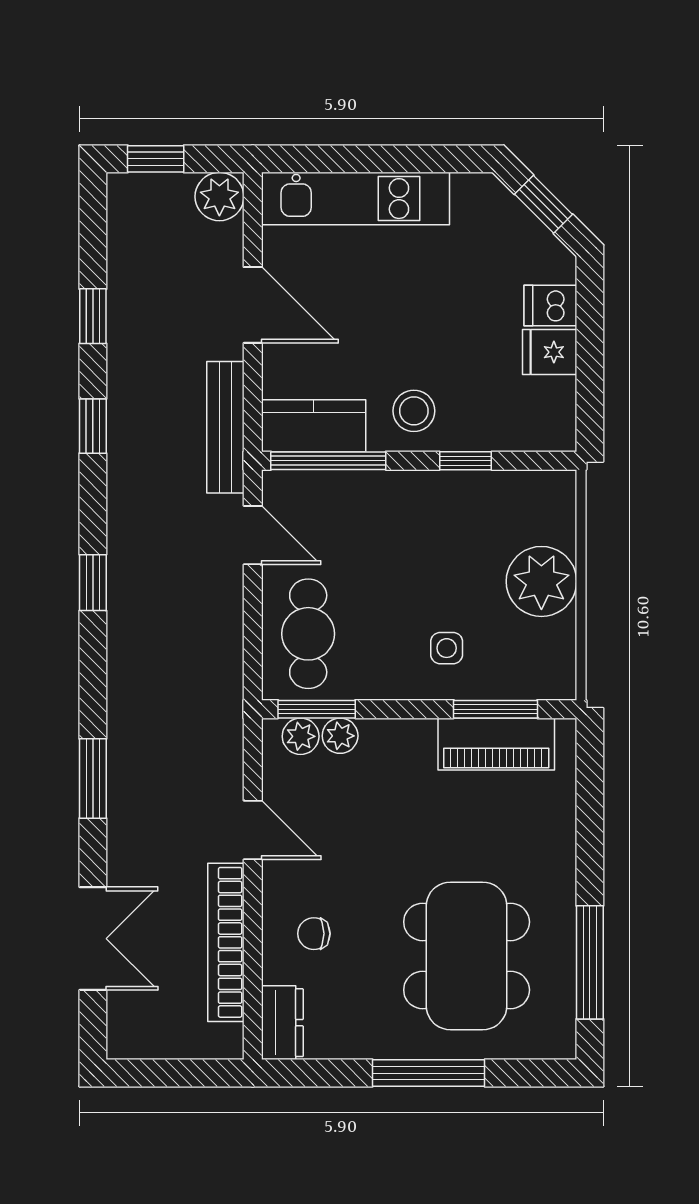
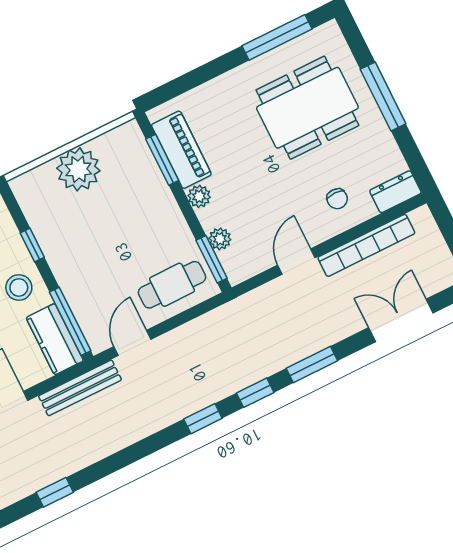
window: (93, 426) -> (255, 393), moved
side table: (447, 648) -> (142, 204), removed
plant: (301, 736) -> (199, 196), moved

